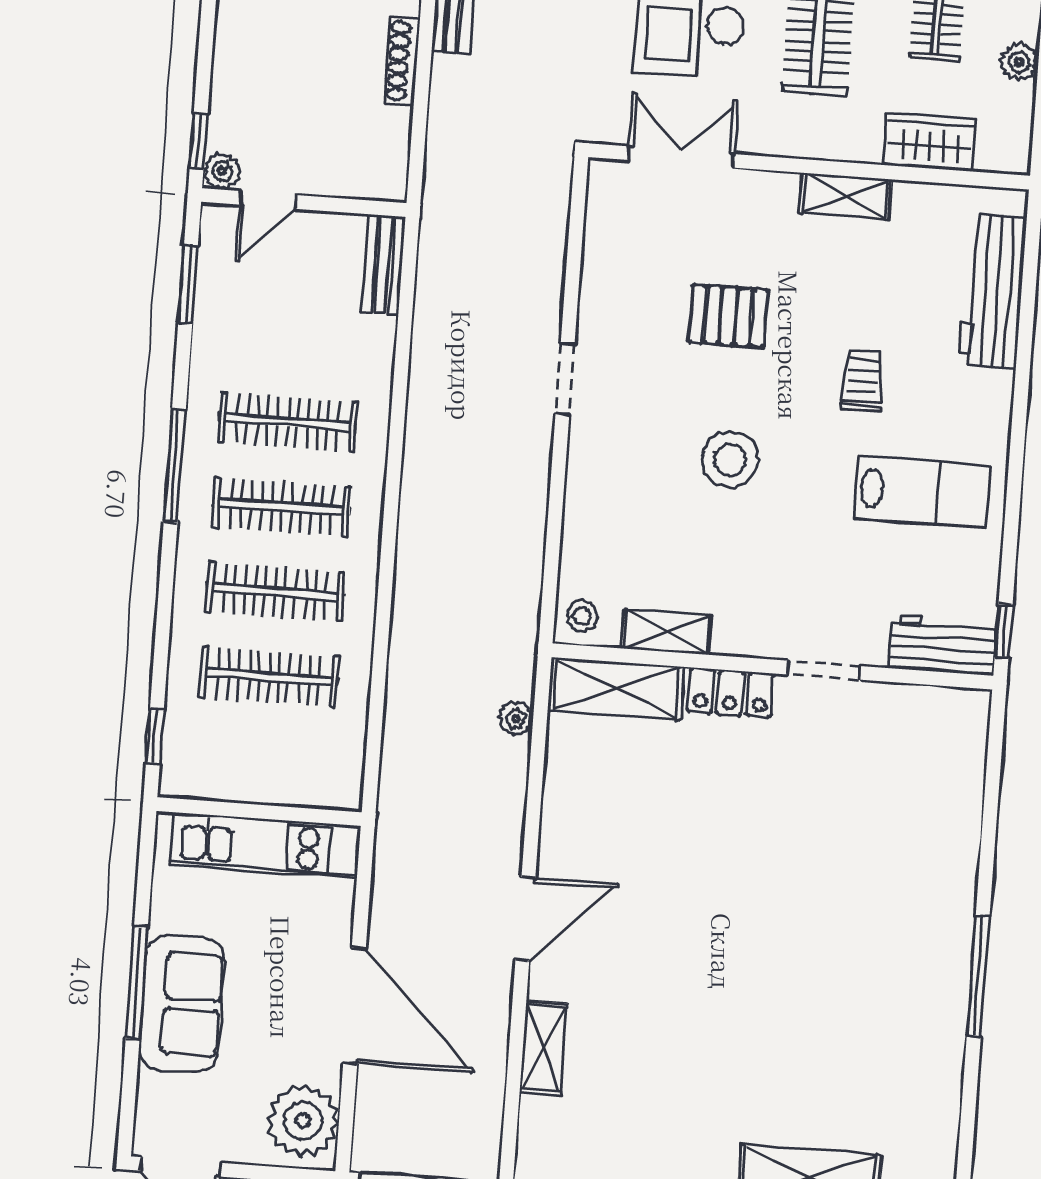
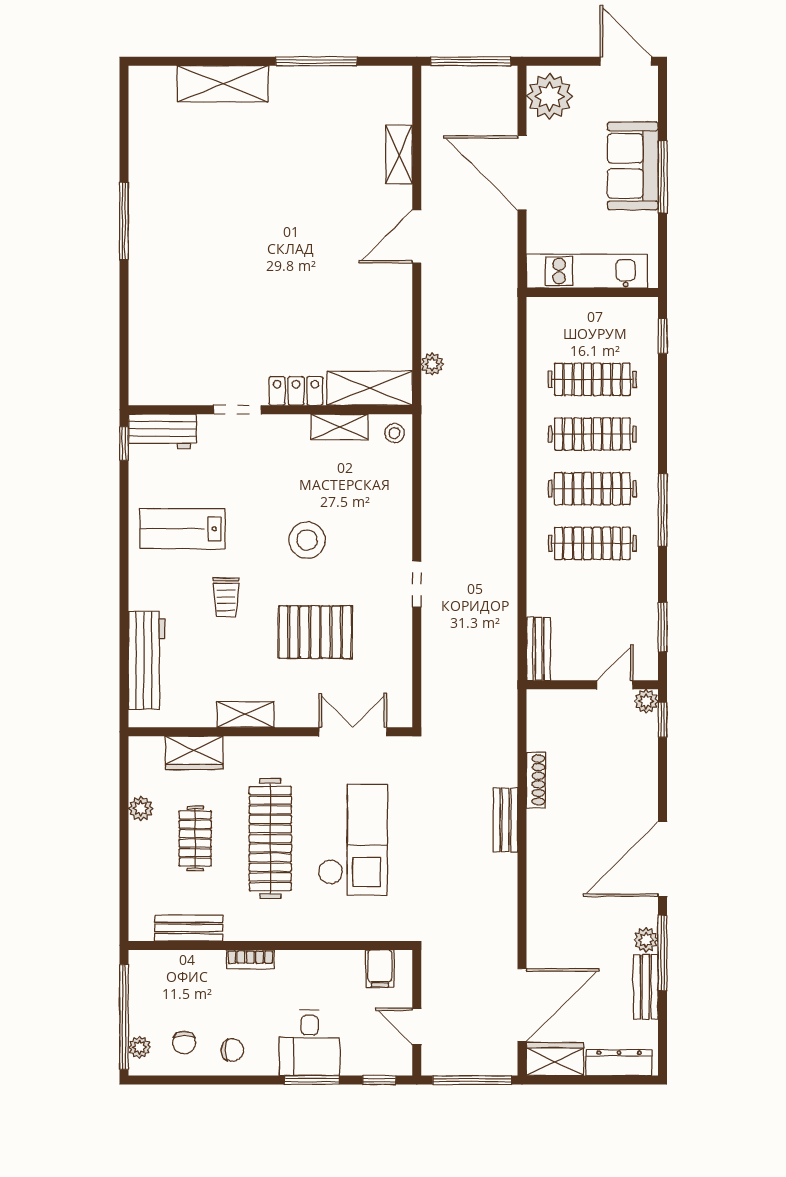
double door: (681, 157) -> (353, 732), swing flipped
pallet: (728, 316) -> (315, 632), width x1.50, depth x1.42

